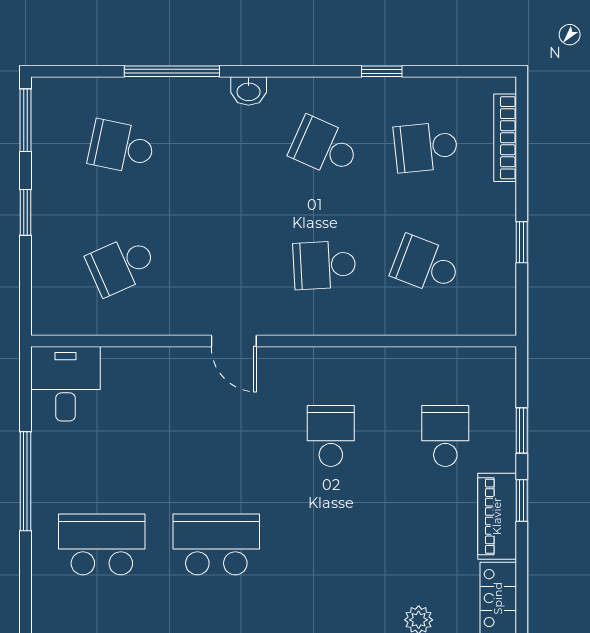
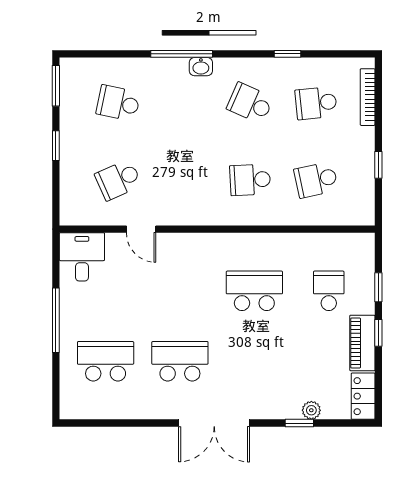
window: (172, 71) -> (182, 54), moved
school desk: (426, 265) -> (316, 180), turned -33
door: (234, 341) -> (141, 229), moved
school desk: (331, 436) -> (254, 291), width x1.85

